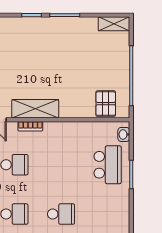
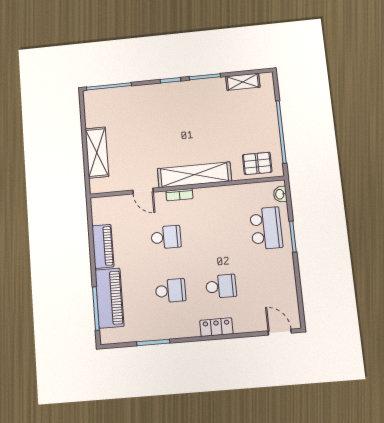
shelving: (114, 24) -> (243, 82), moved
pallet: (106, 104) -> (257, 163), turned 90
shelving: (35, 109) -> (194, 175), width x1.47

